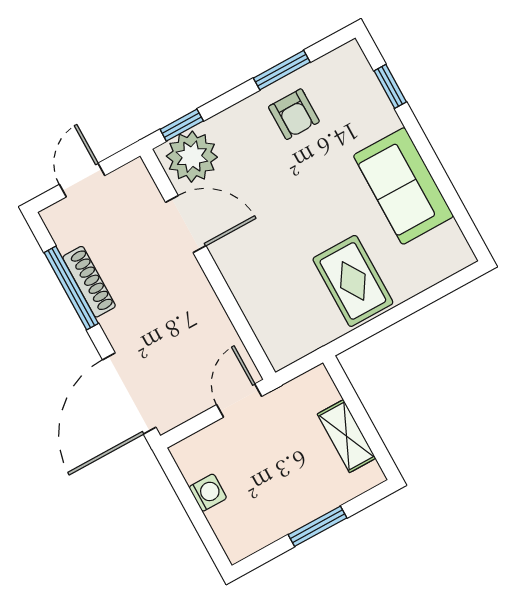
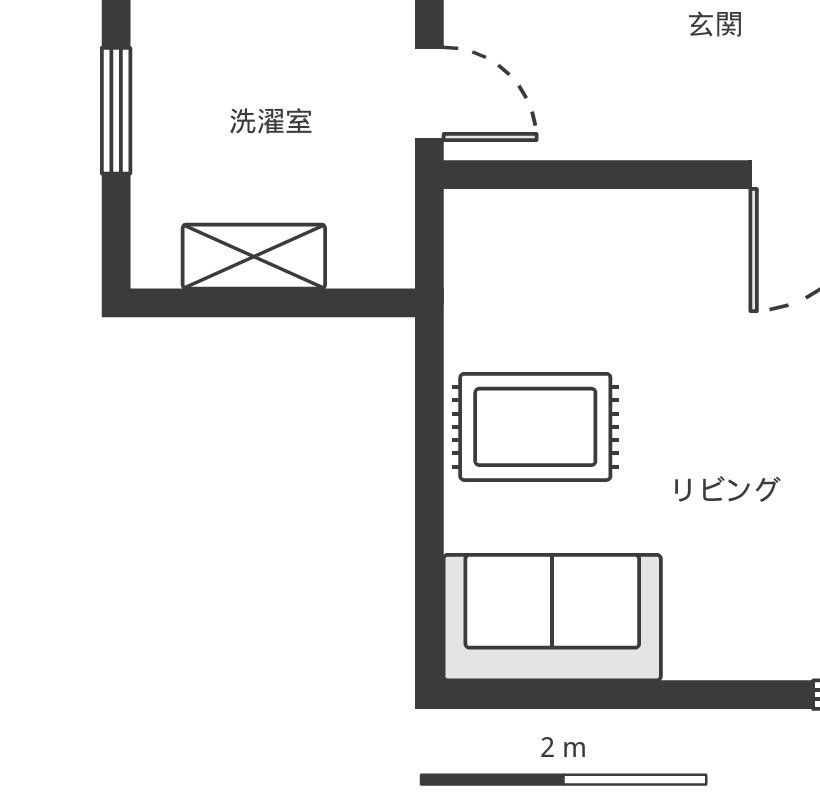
sofa: (403, 186) -> (552, 618), moved

